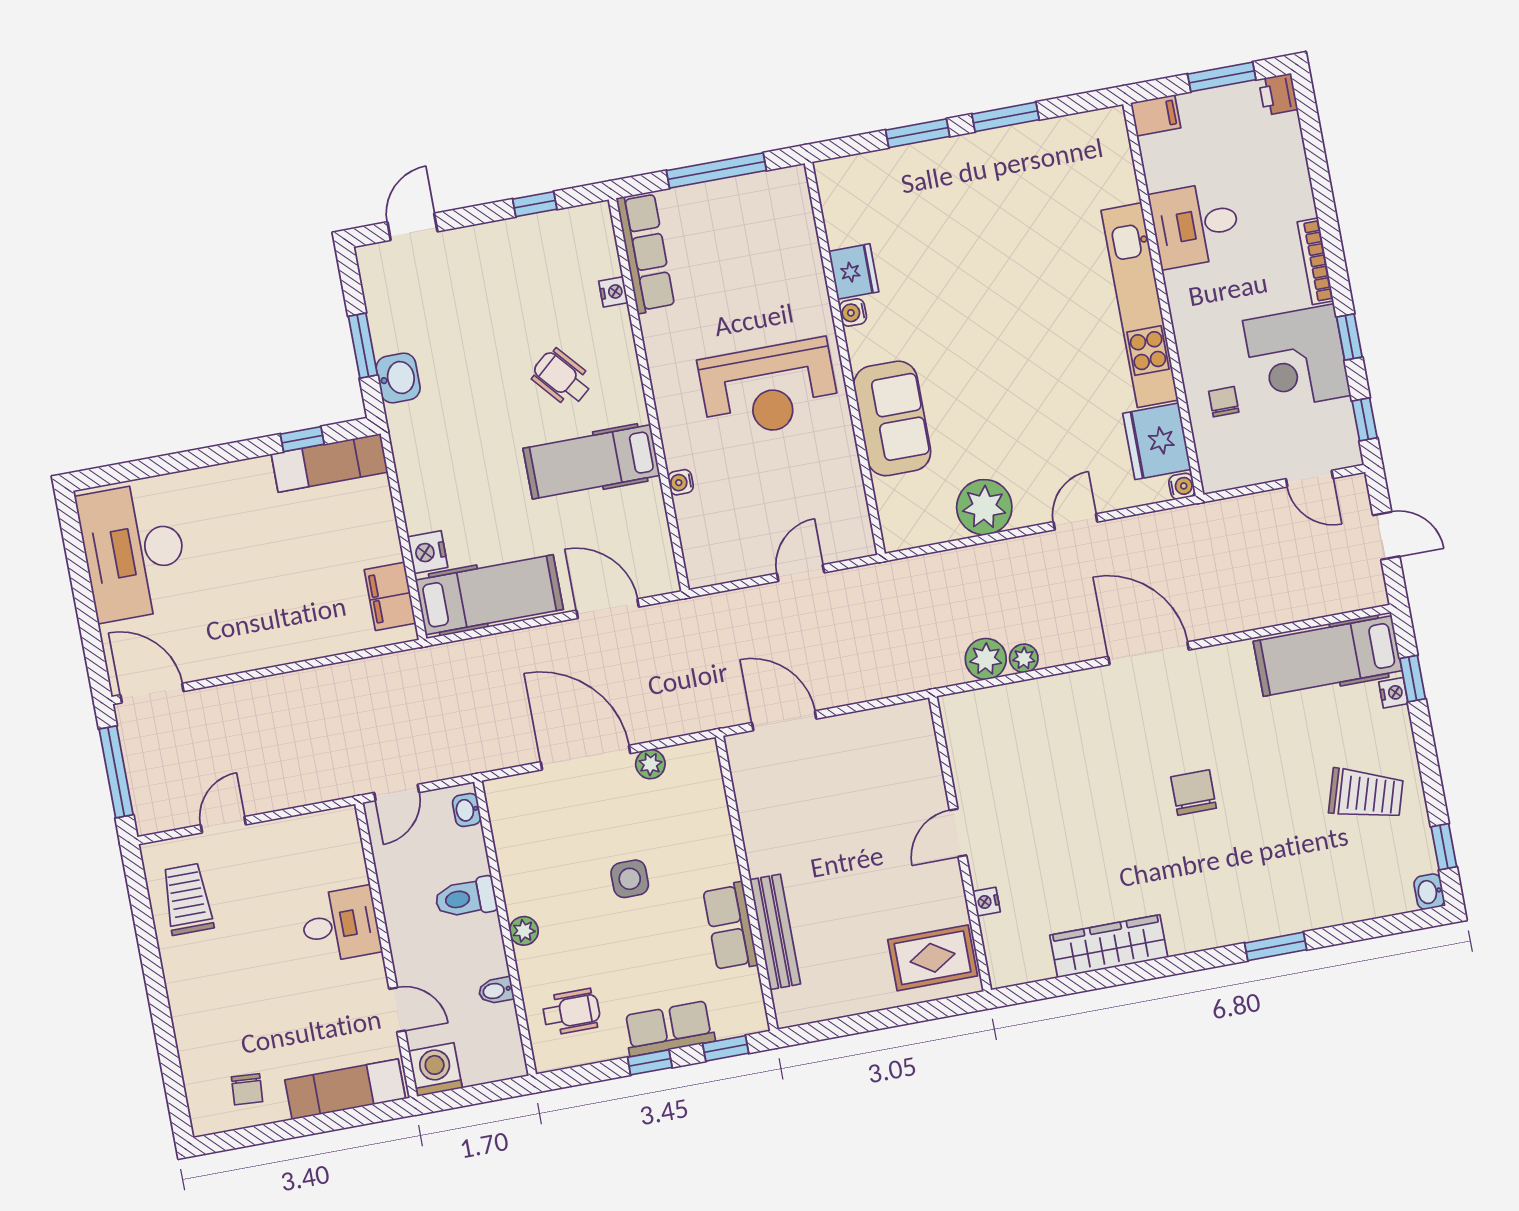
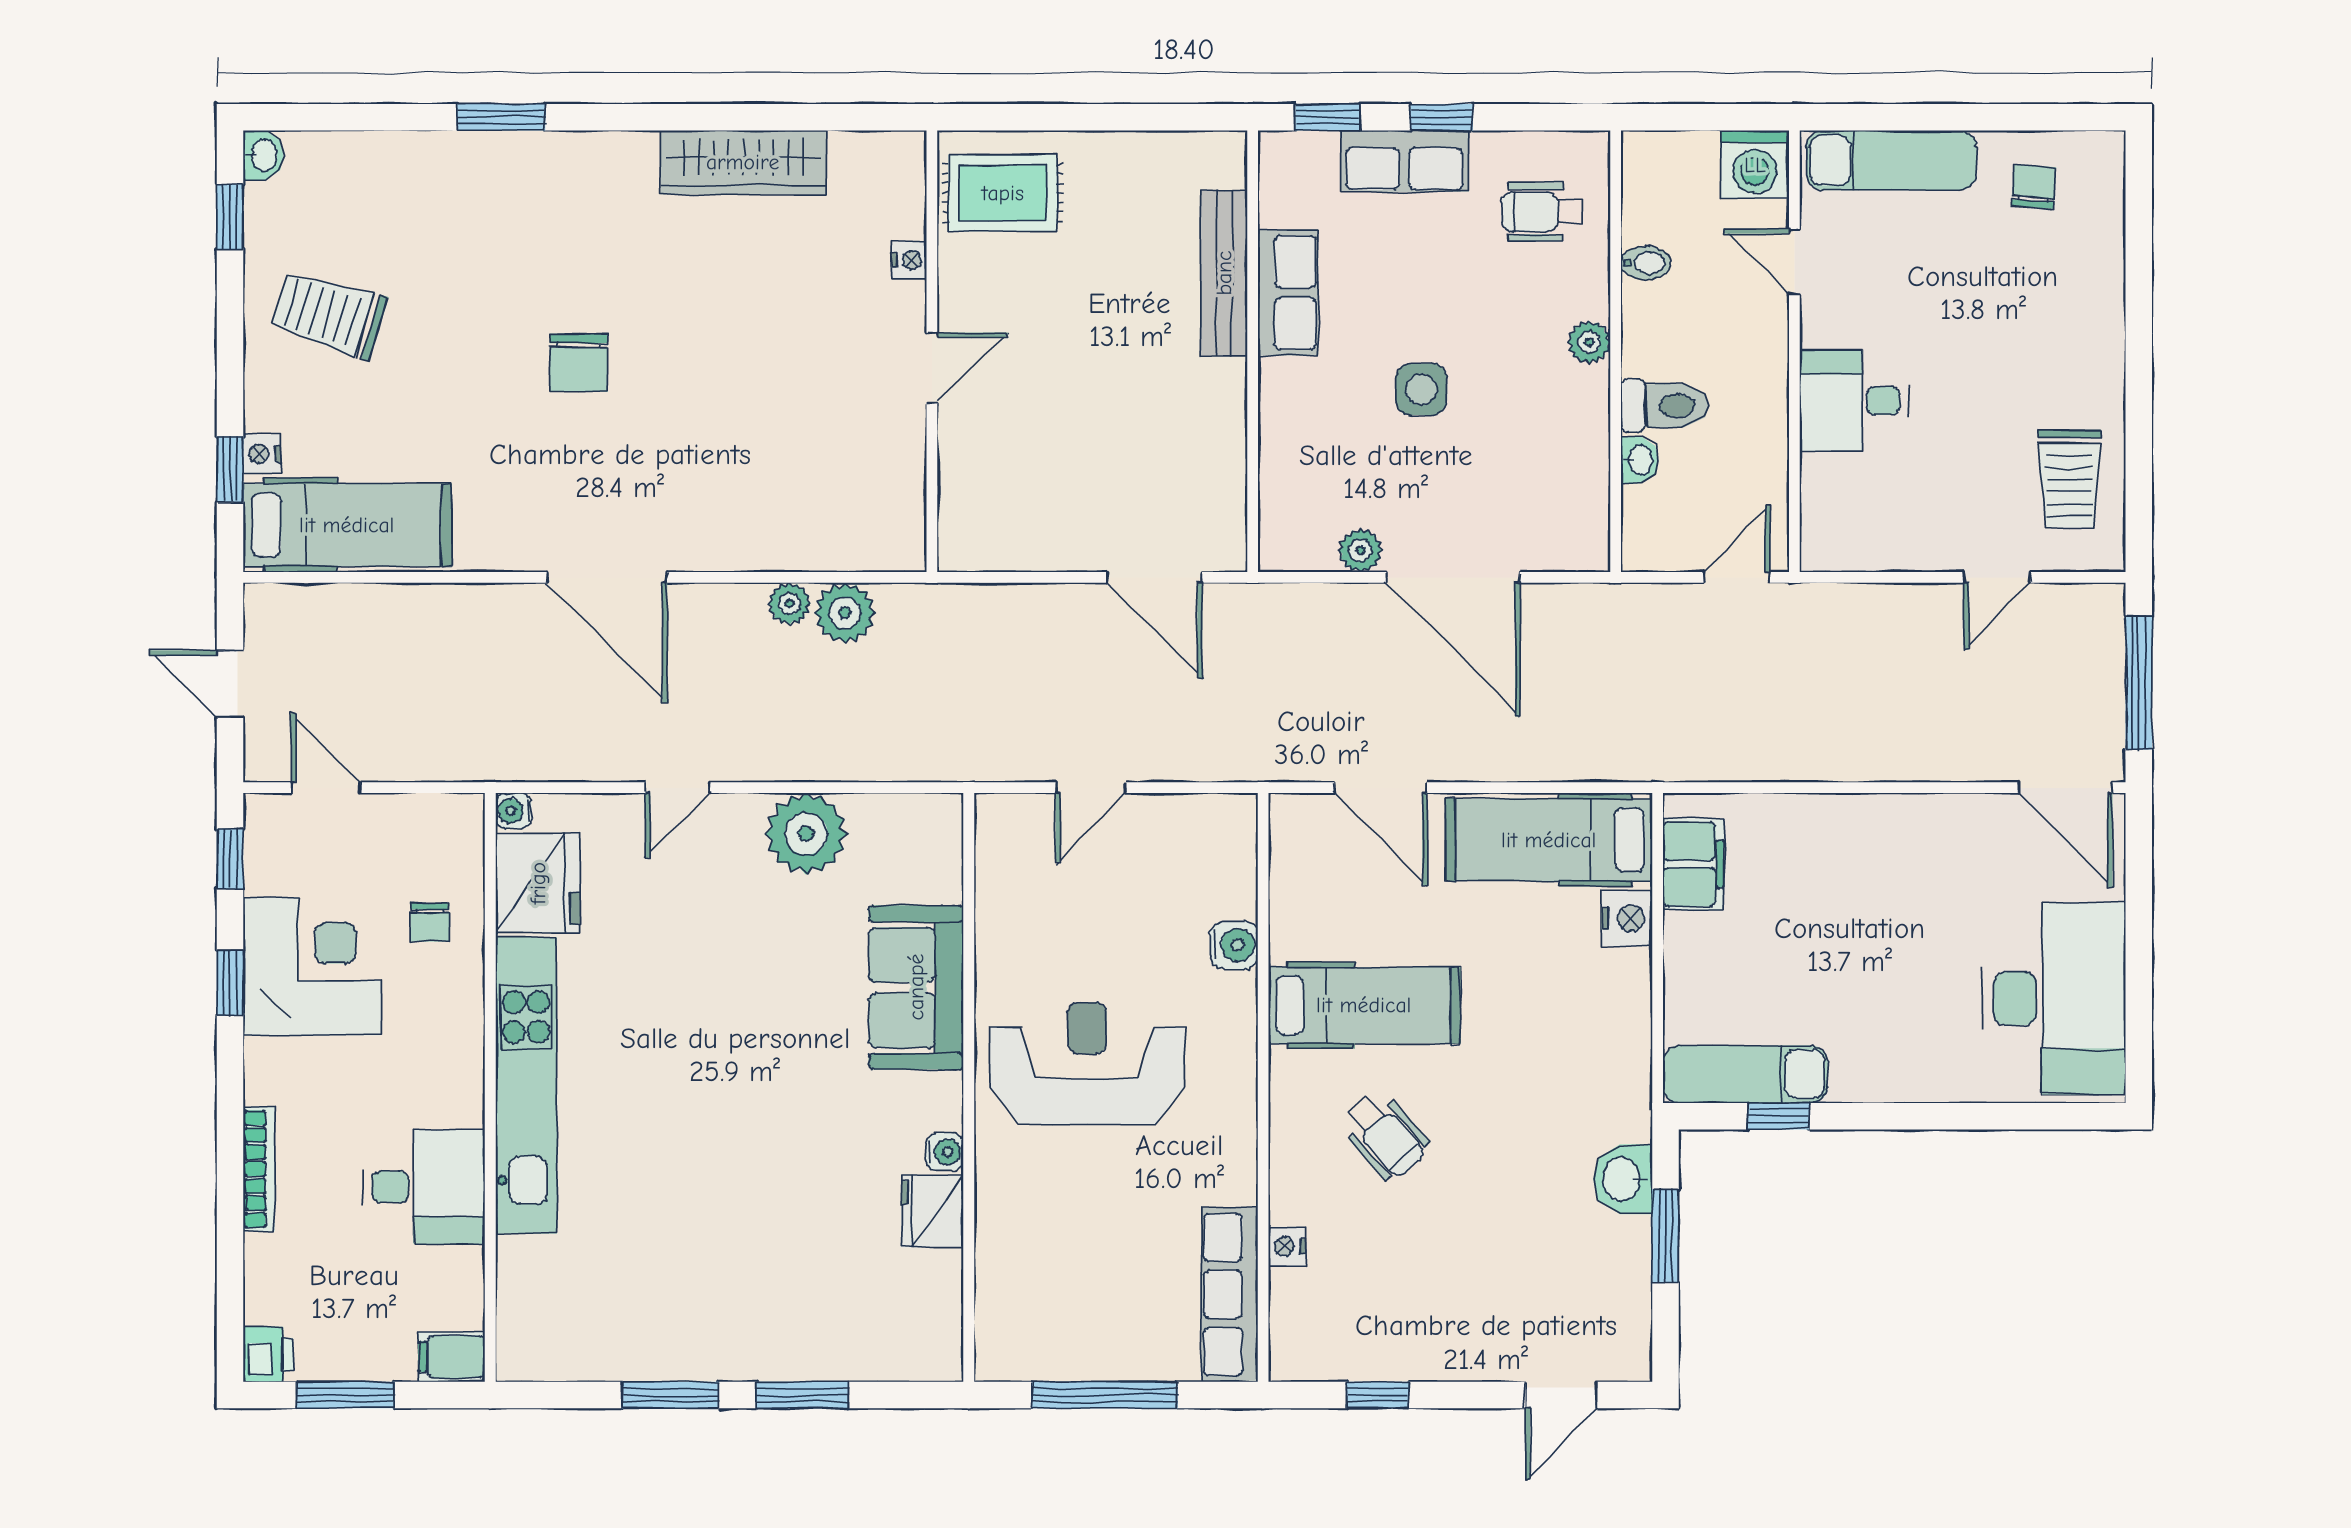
bookcase: (1315, 261) -> (259, 1169), moved
water cooler: (681, 482) -> (1234, 945), width x1.38, depth x1.38
washbasin: (467, 810) -> (1640, 460), moved

